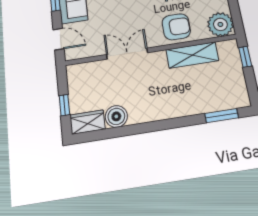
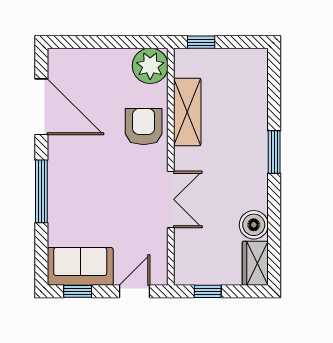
double door: (127, 54) -> (171, 199), swing flipped
window: (64, 105) -> (208, 291), moved
window: (222, 116) -> (274, 152), moved

